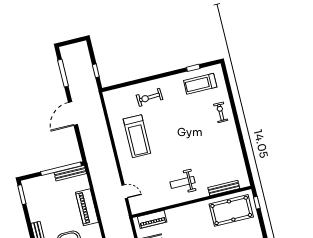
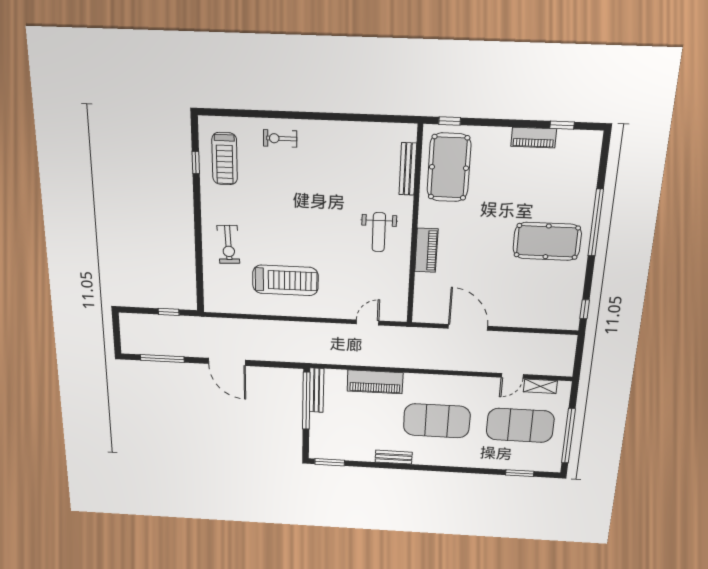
piano: (152, 219) -> (426, 250), moved

